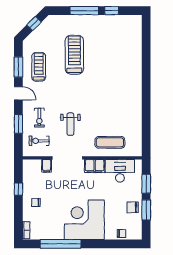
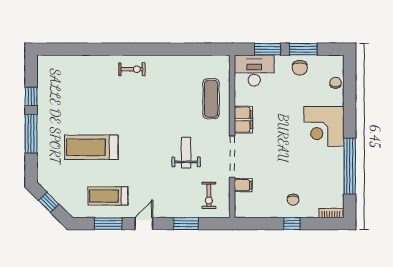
exercise bike: (39, 118) -> (132, 69), moved
weight bench: (70, 124) -> (186, 153), turned -90
desk: (120, 171) -> (254, 71), moved, turned 90
window: (18, 189) -> (292, 224), moved
corner desk: (84, 220) -> (324, 126), width x0.74, depth x0.74

